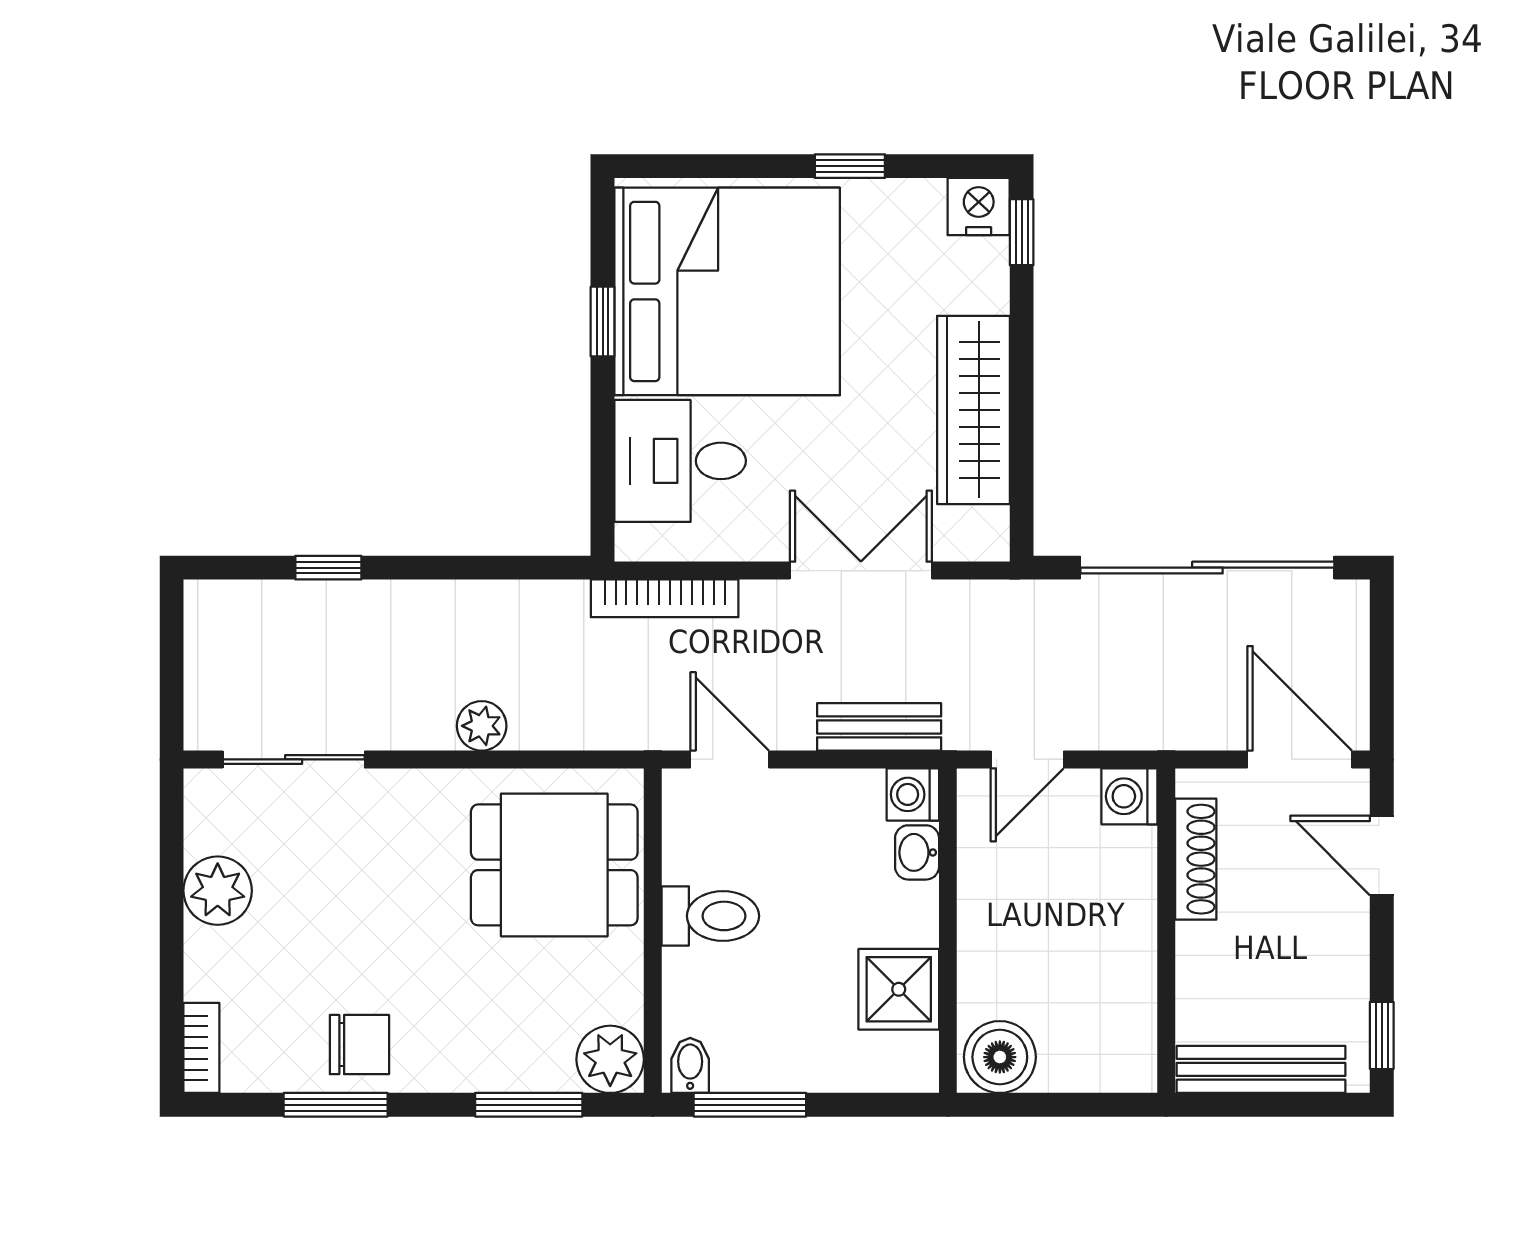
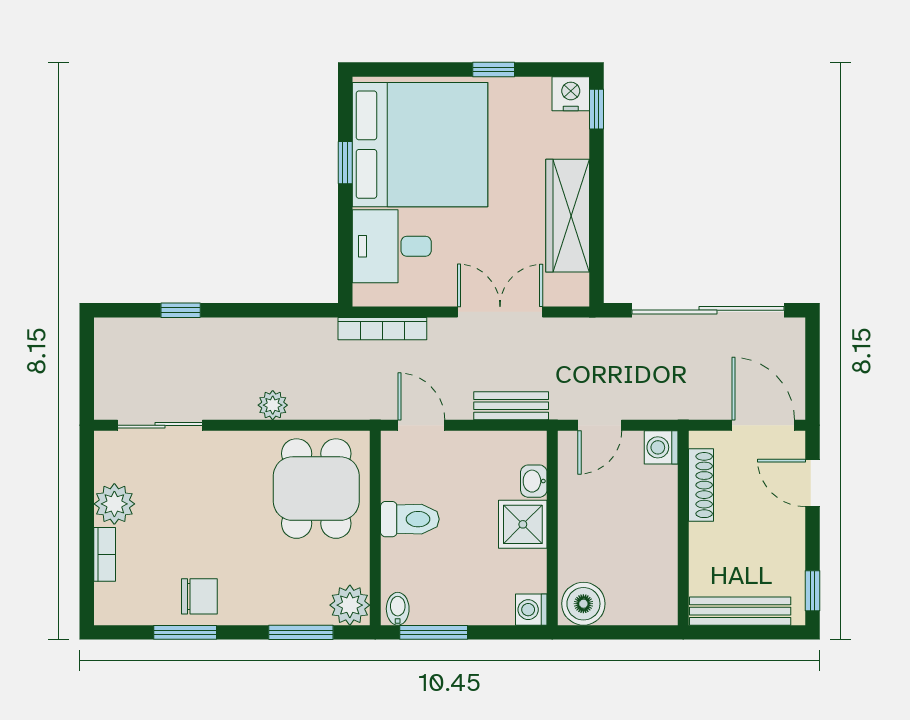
washing machine: (913, 794) -> (531, 610), moved
dining table: (554, 865) -> (316, 489), turned 90
shower: (899, 989) -> (523, 524), moved
bookcase: (201, 1048) -> (105, 554), moved

